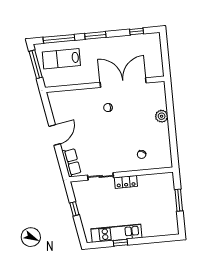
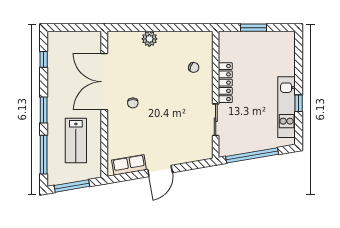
lab bench: (61, 59) -> (76, 141), moved
door: (55, 135) -> (160, 171), swing flipped
row of seats: (72, 162) -> (129, 165), moved
locker: (126, 182) -> (225, 83), width x1.53
window: (74, 209) -> (252, 155), width x3.17

